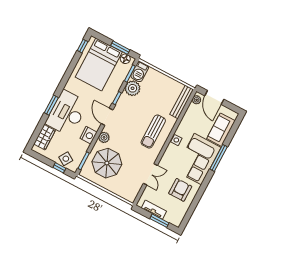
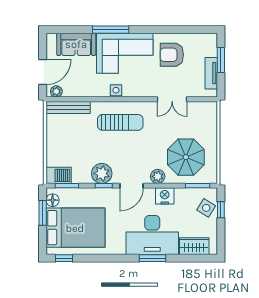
plant: (133, 88) -> (102, 173), moved
double door: (150, 174) -> (172, 99), swing flipped

